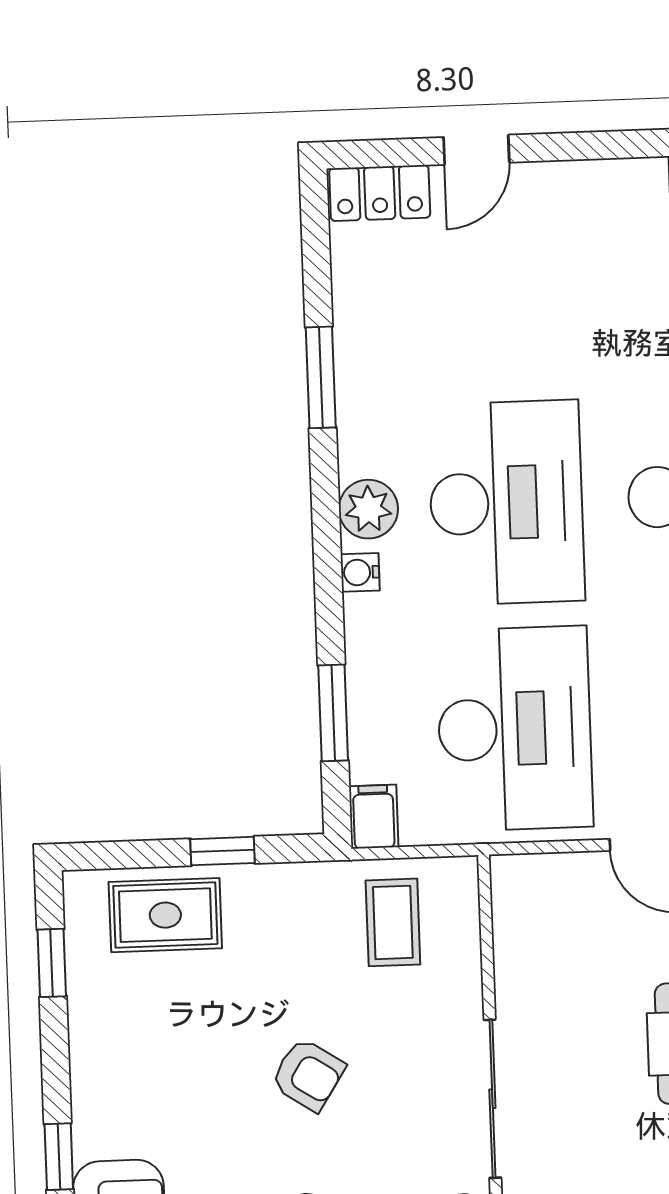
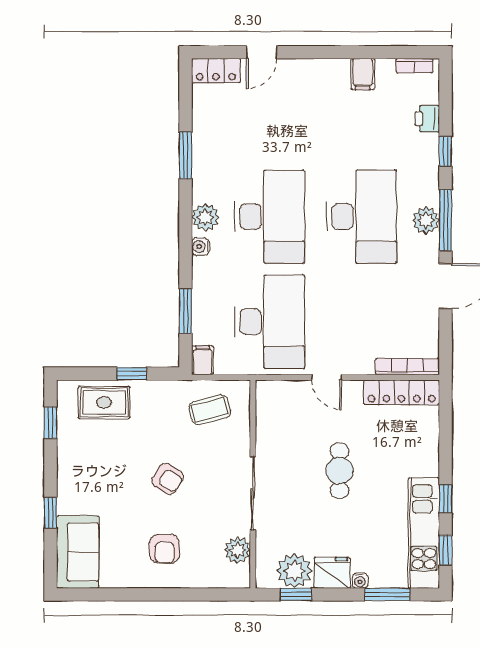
coffee table: (393, 922) -> (210, 410), turned 76

